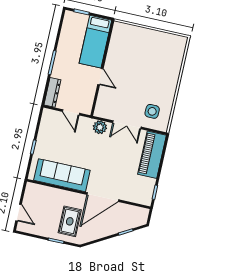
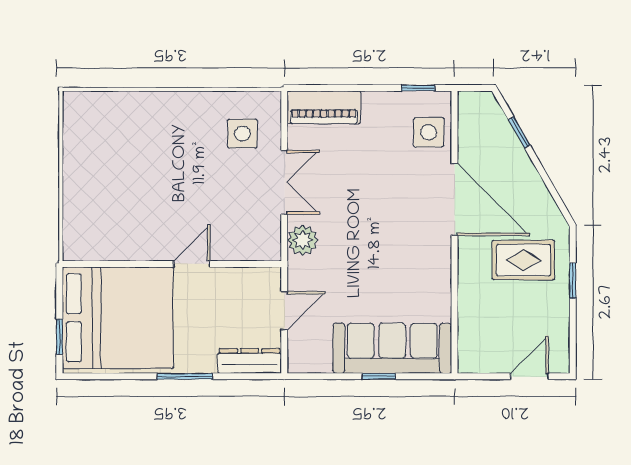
bed: (95, 42) -> (118, 318), width x2.04
piano: (152, 155) -> (324, 107), width x0.73, depth x0.75
sofa: (62, 175) -> (392, 348), moved, turned 90
side table: (135, 193) -> (429, 132), added

